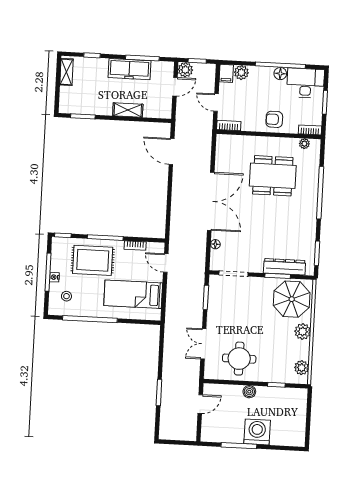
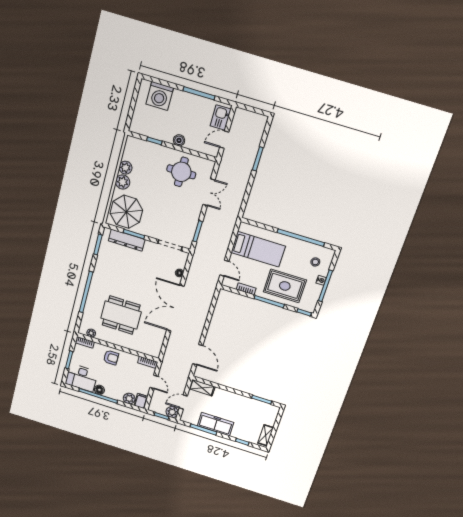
shelving: (128, 110) -> (202, 388), moved
plant: (302, 368) -> (126, 168), moved
kitchen sink: (210, 426) -> (221, 118), added
washing machine: (257, 432) -> (160, 96), moved

